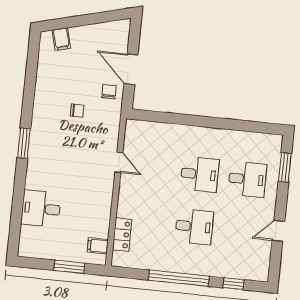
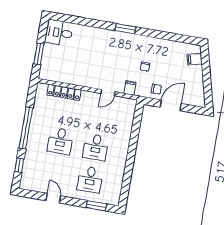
desk: (41, 209) -> (59, 33), moved, turned -90
locker: (122, 235) -> (64, 92), width x1.53
filing cabinet: (98, 246) -> (130, 88), moved

